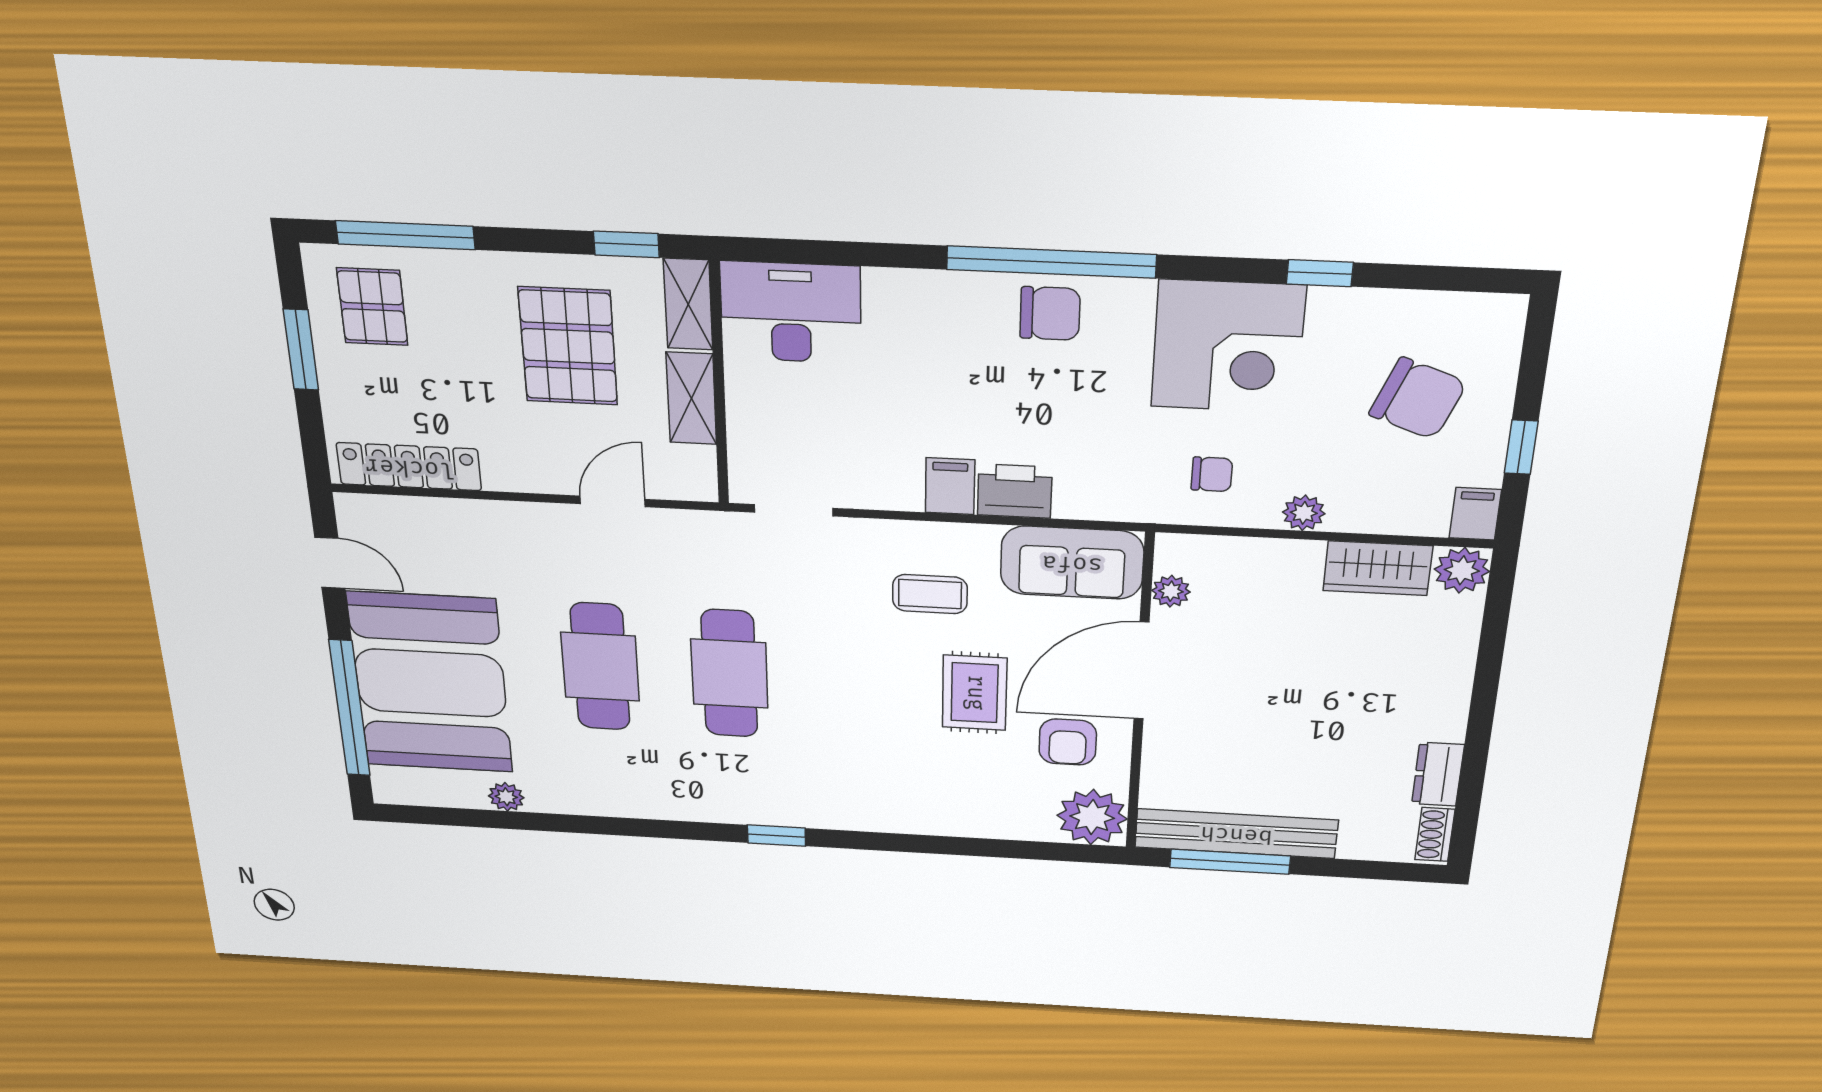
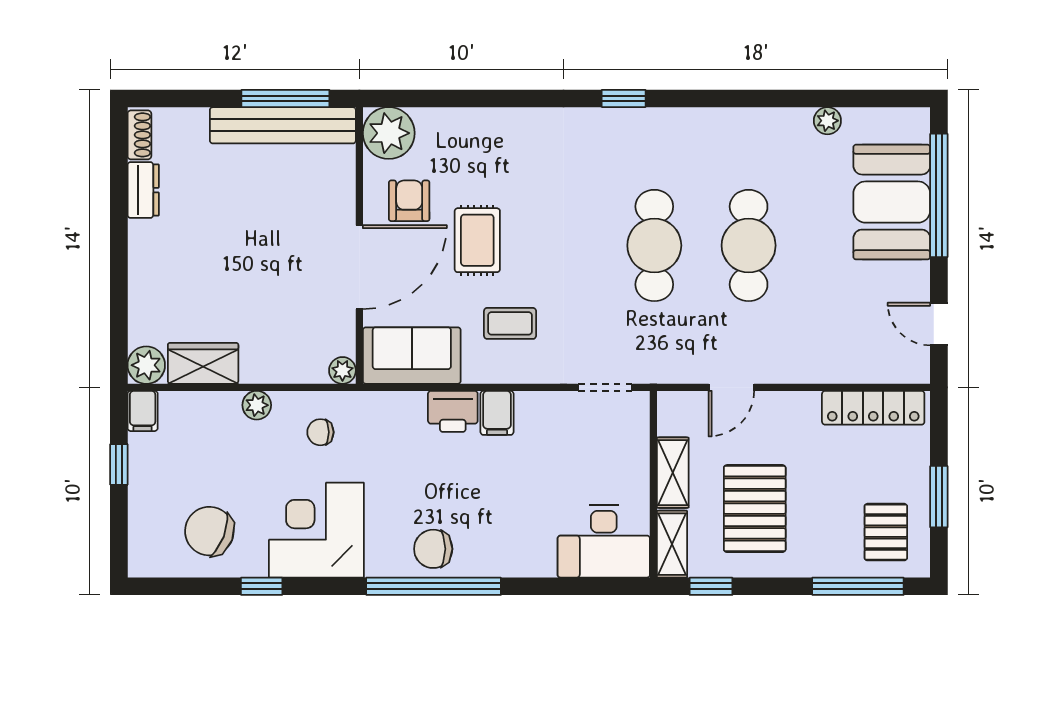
chair: (1418, 398) -> (209, 531), moved
plant: (1171, 591) -> (342, 370), moved
booth: (431, 683) -> (892, 202), width x0.73, depth x0.70

